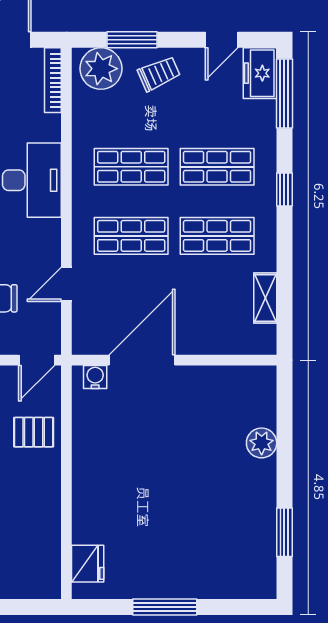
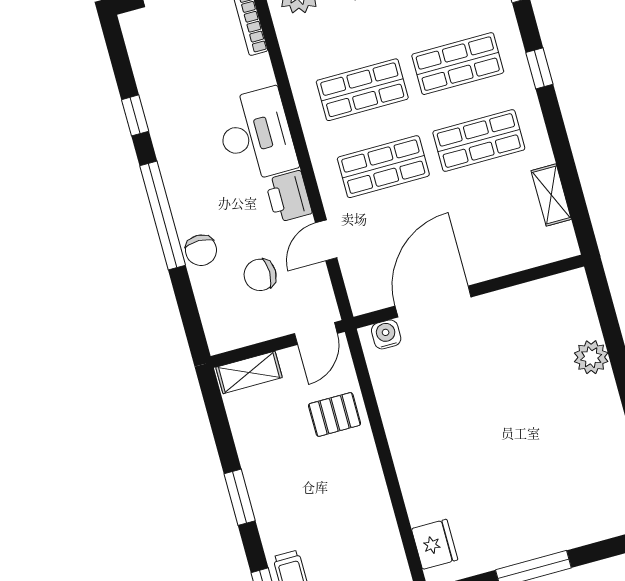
printer: (45, 239) -> (289, 197), added

